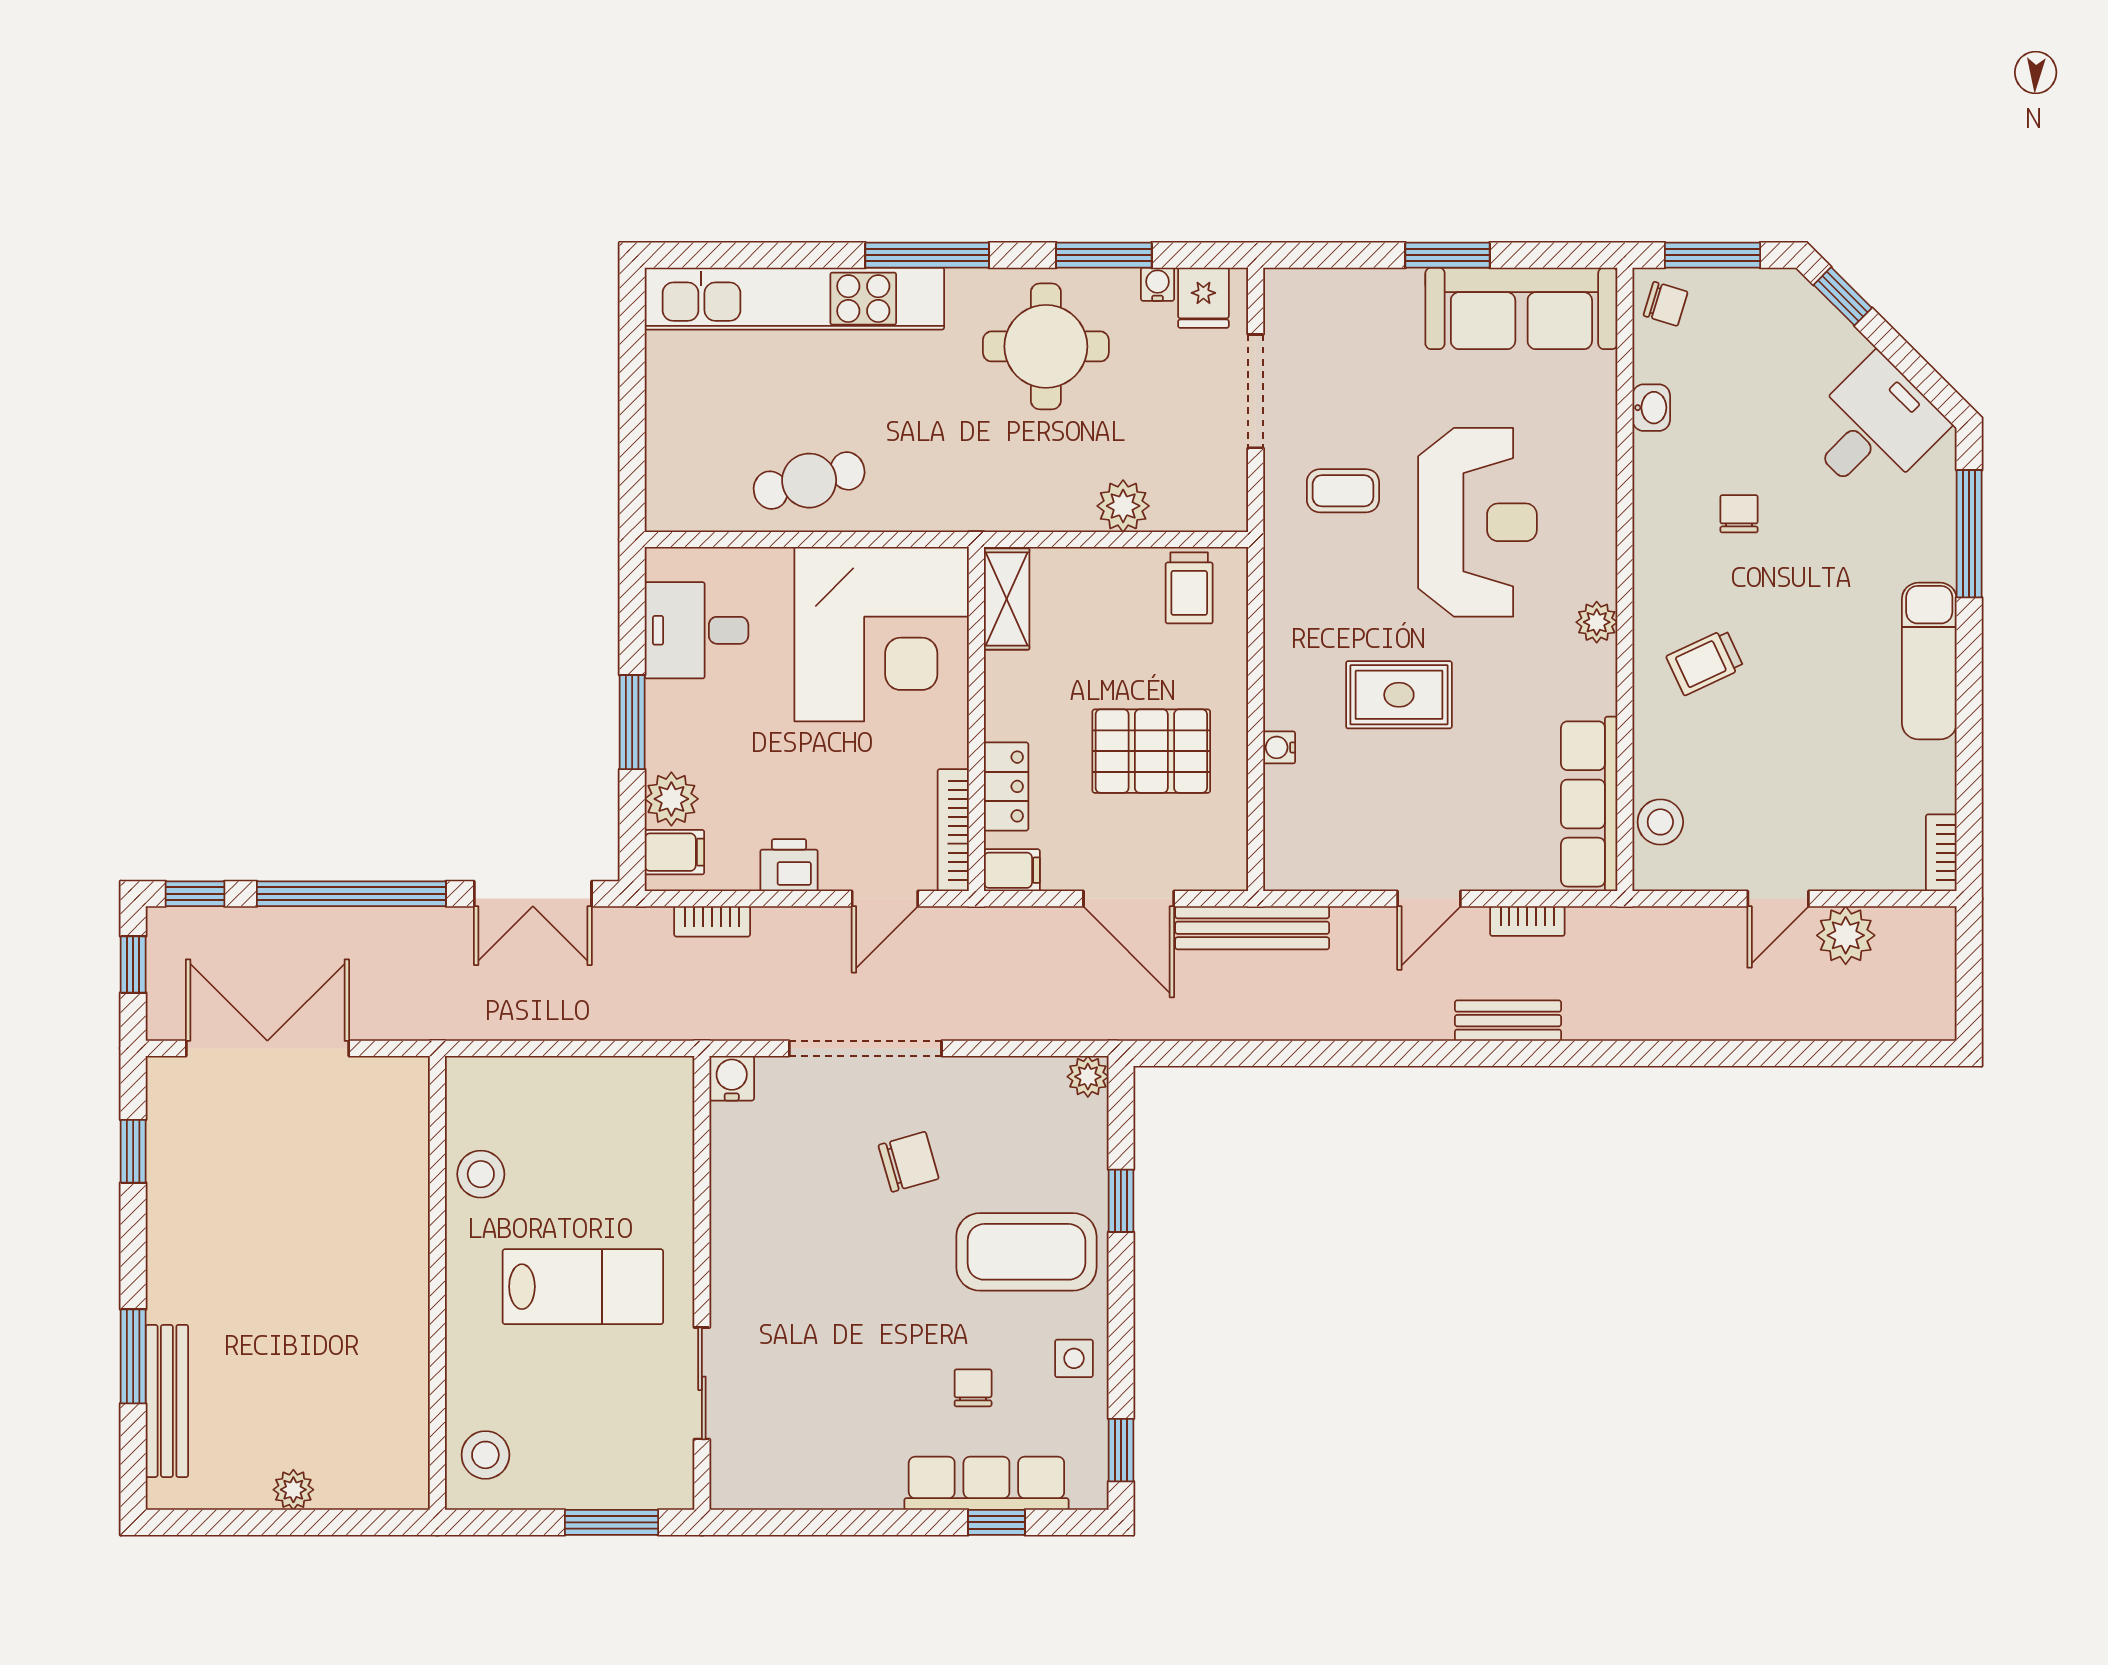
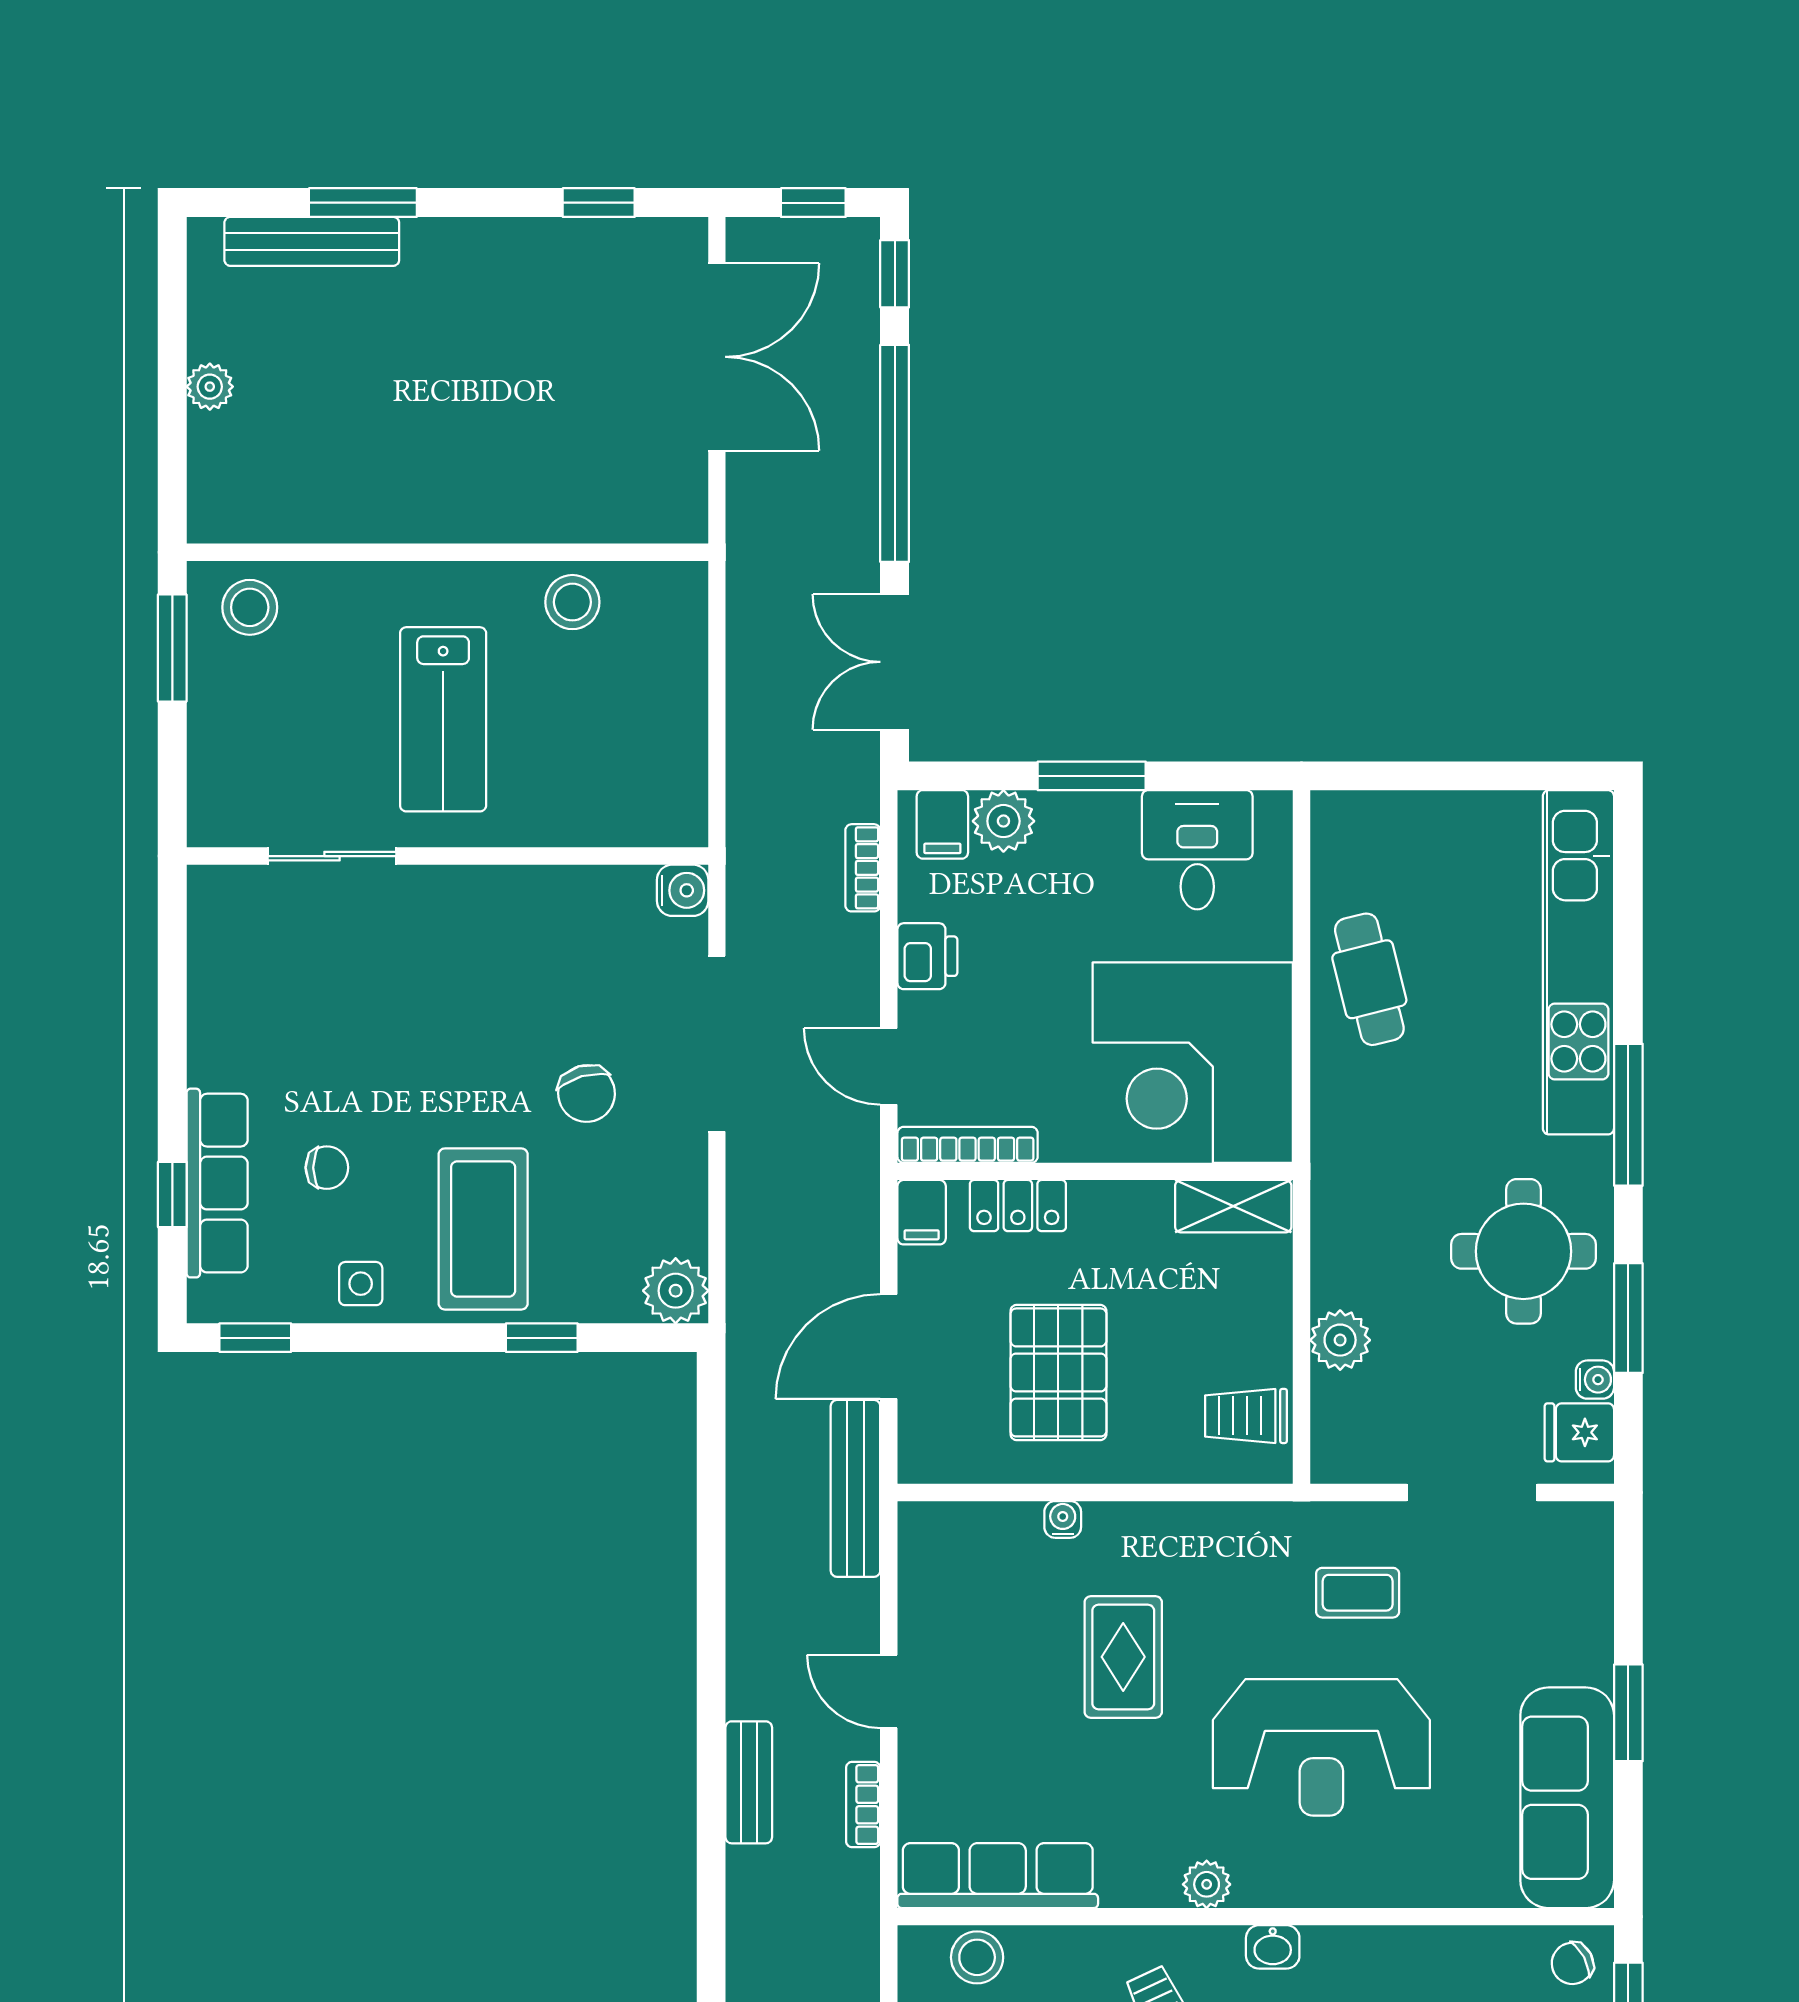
chair: (1666, 304) -> (1572, 1963), turned 45
washbasin: (1651, 408) -> (1273, 1947), moved
coffee table: (1343, 491) -> (1358, 1593), turned 90
plant: (1088, 1077) -> (676, 1291), width x1.38, depth x1.38
window: (611, 1522) -> (172, 648), moved

